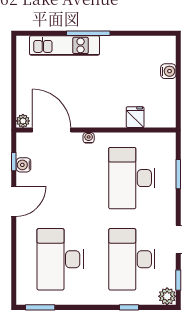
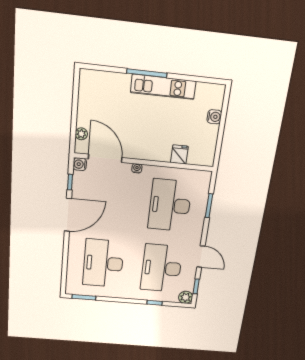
kitchen unit: (65, 45) -> (163, 87), moved
plant: (23, 121) -> (81, 134), moved
water cooler: (23, 165) -> (80, 164), moved
door: (14, 201) -> (68, 215), width x1.36

